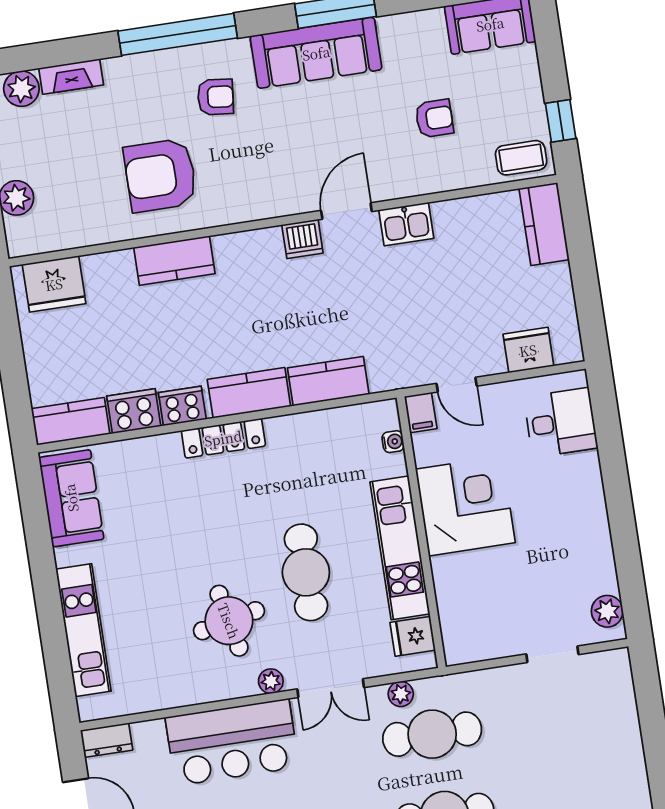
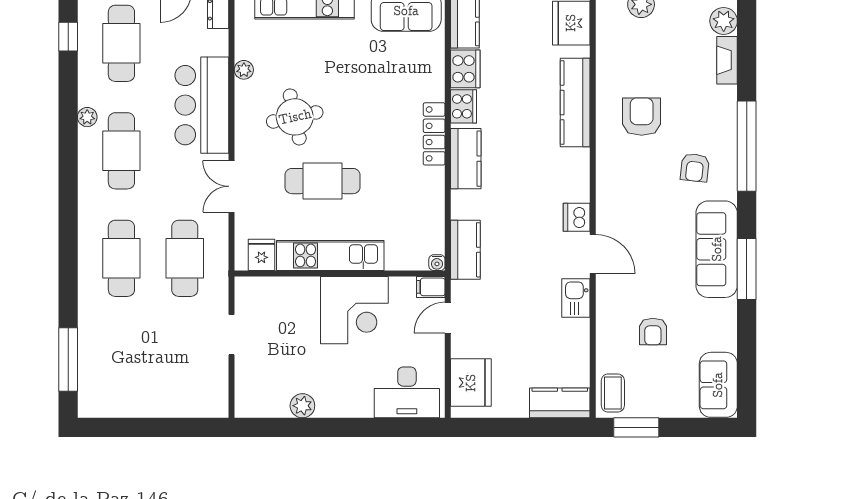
window: (561, 121) -> (636, 427), width x1.50
armchair: (160, 175) -> (642, 117), width x0.73, depth x0.73
kitchen counter: (174, 260) -> (575, 103), width x1.50
fridge: (528, 350) -> (471, 383), width x1.36, depth x1.34
kitchen counter: (328, 381) -> (465, 250), moved
desk: (561, 422) -> (407, 392), width x1.37
water cooler: (393, 442) -> (437, 263), moved
plant: (607, 611) -> (302, 406), moved
doorway: (552, 654) -> (232, 335), moved
plant: (271, 681) -> (244, 70), moved
plant: (401, 694) -> (219, 239), removed

